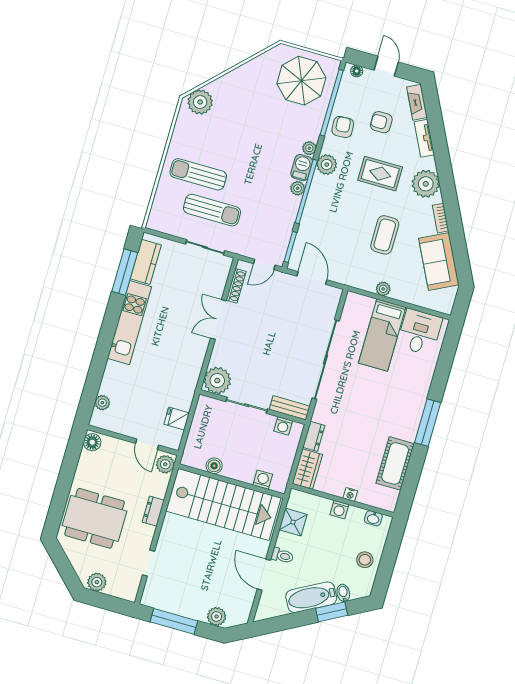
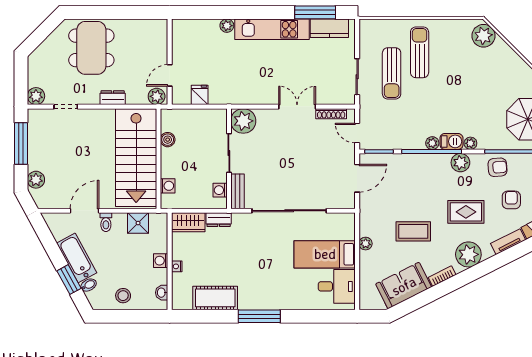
rug: (380, 174) -> (466, 212), turned 90
plant: (102, 403) -> (227, 26), moved
floor lamp: (92, 442) -> (158, 27), removed
plant: (97, 582) -> (36, 96), moved

